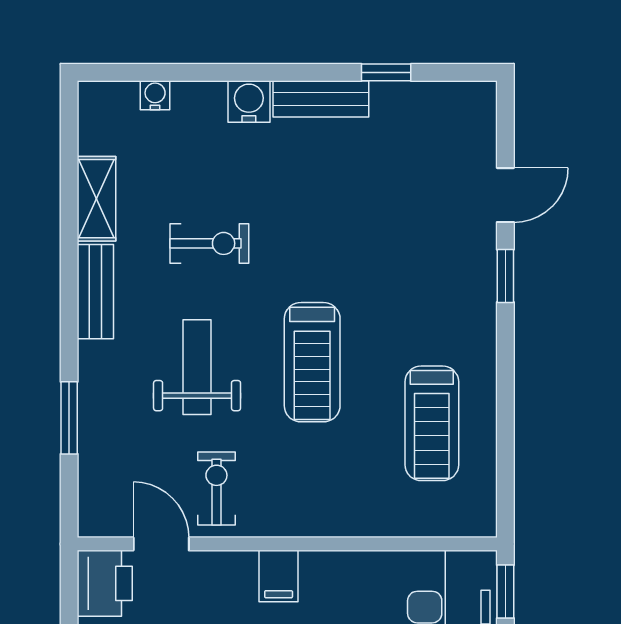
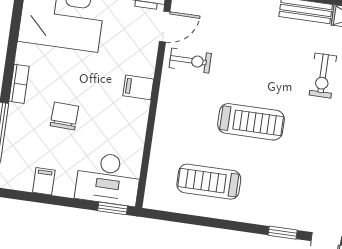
treadmill: (312, 362) -> (251, 122), turned 180
weight bench: (197, 367) -> (257, 59), removed

